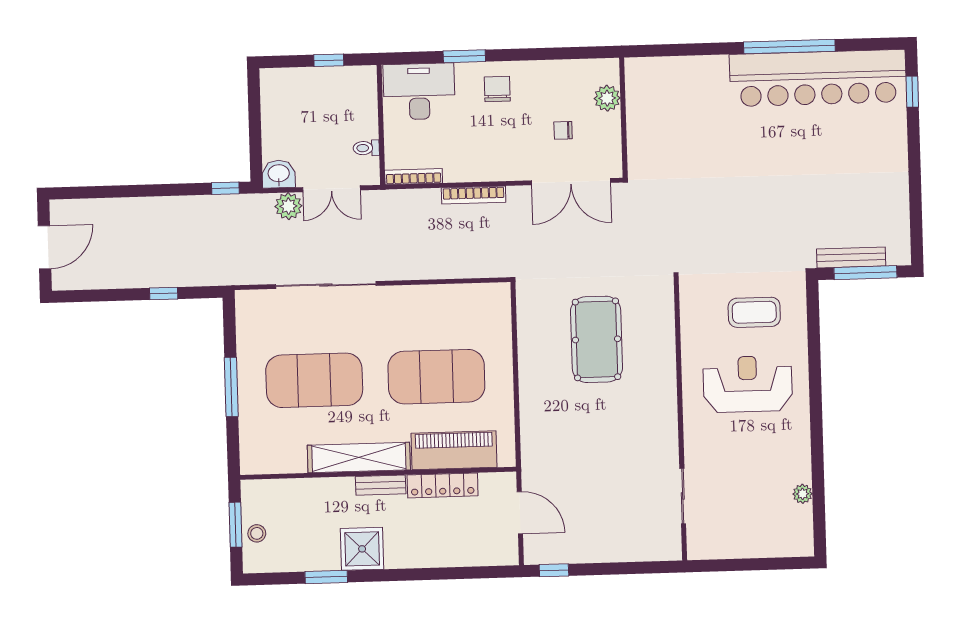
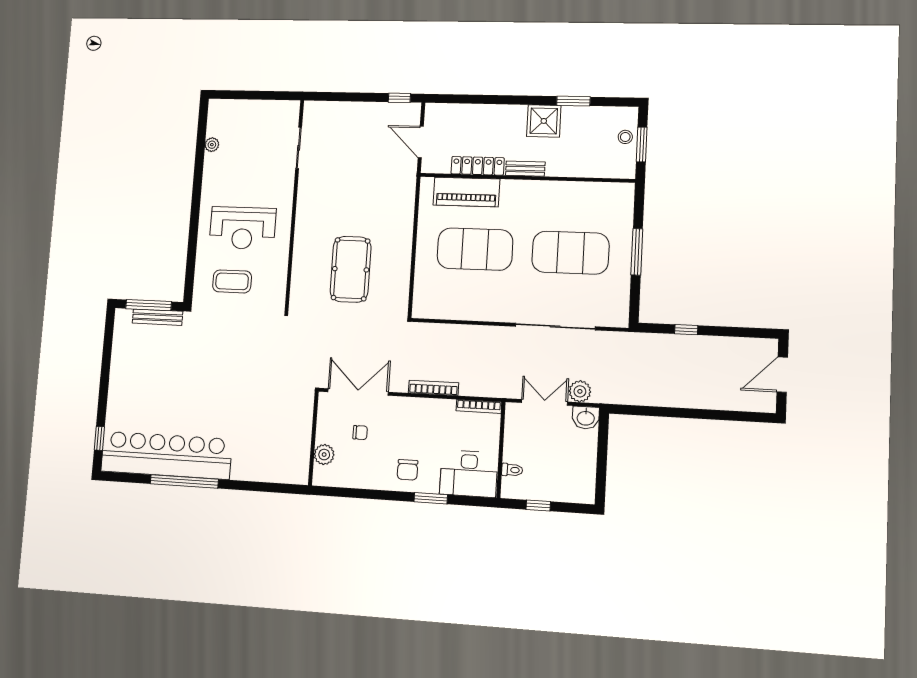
toilet: (366, 148) -> (512, 470), moved
window: (225, 188) -> (630, 410), removed
shelving: (359, 458) -> (540, 191), removed

